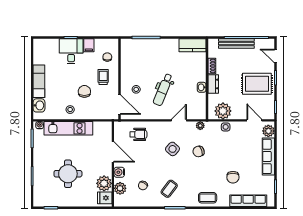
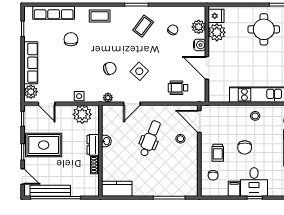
bench: (236, 43) -> (50, 191), moved
chair: (84, 91) -> (245, 147), moved
round table: (68, 174) -> (264, 29), moved

